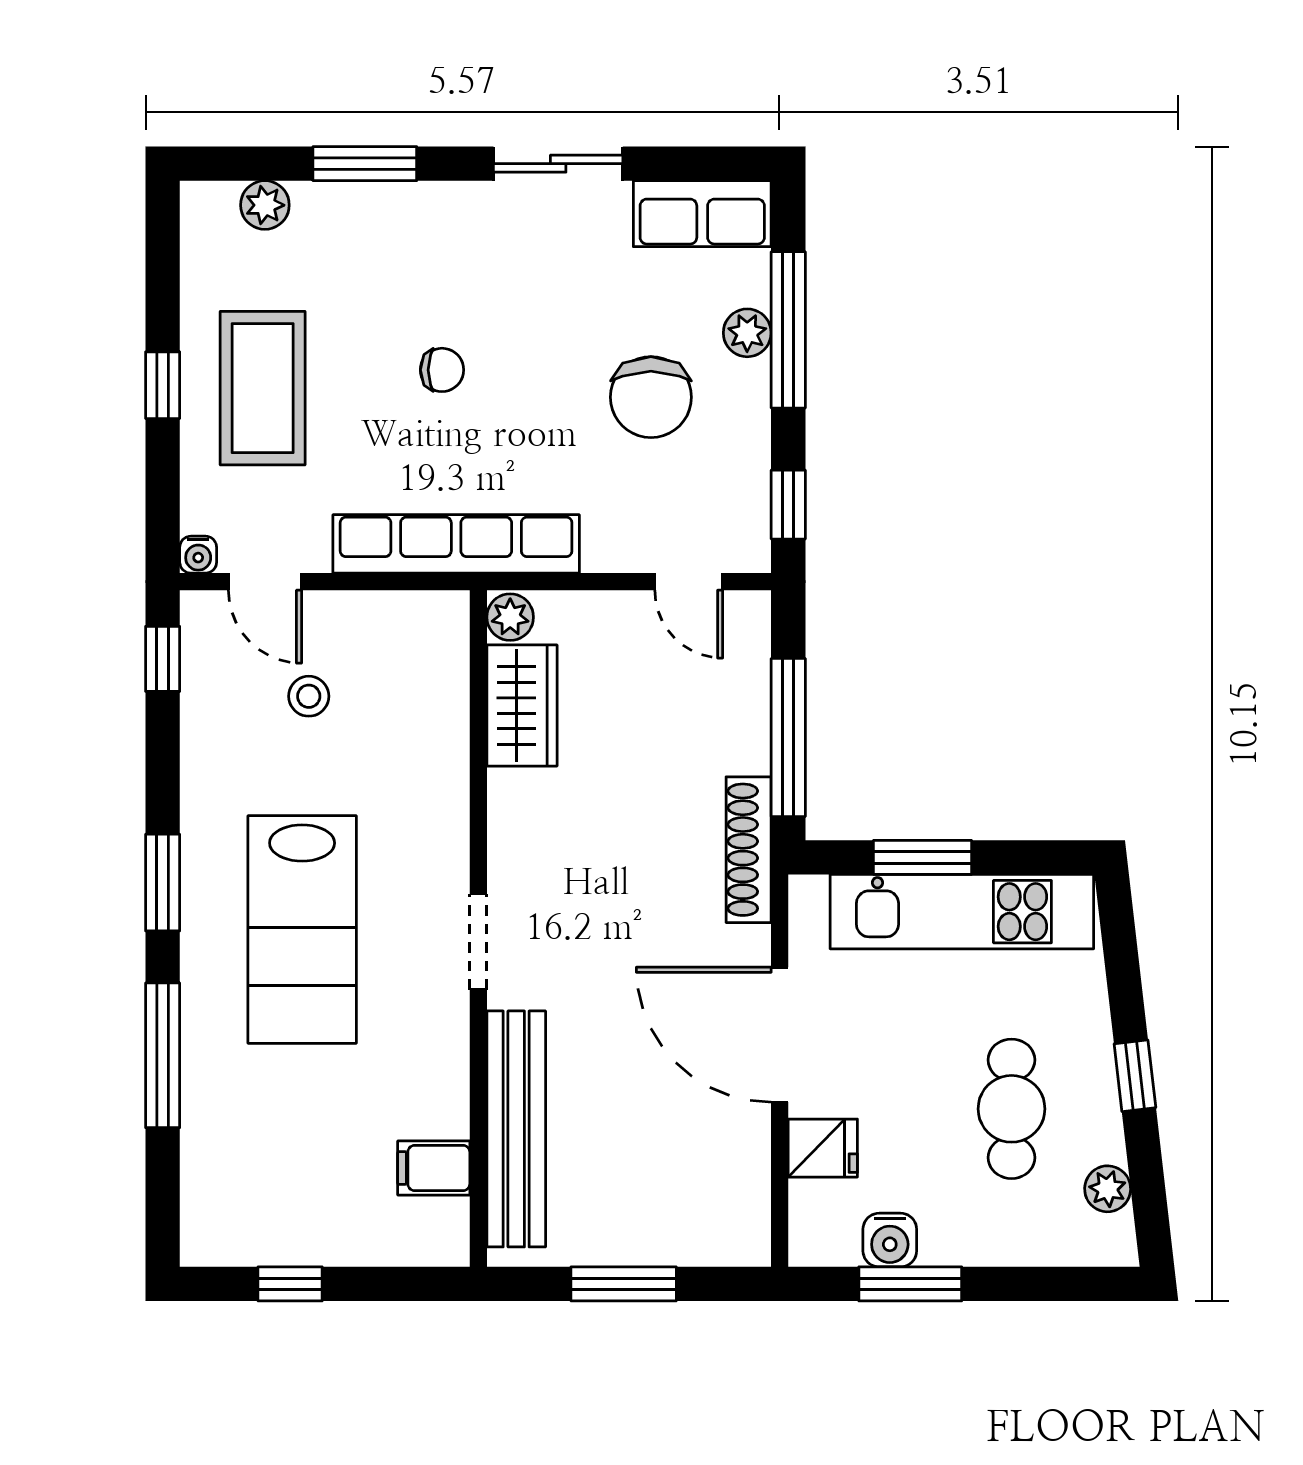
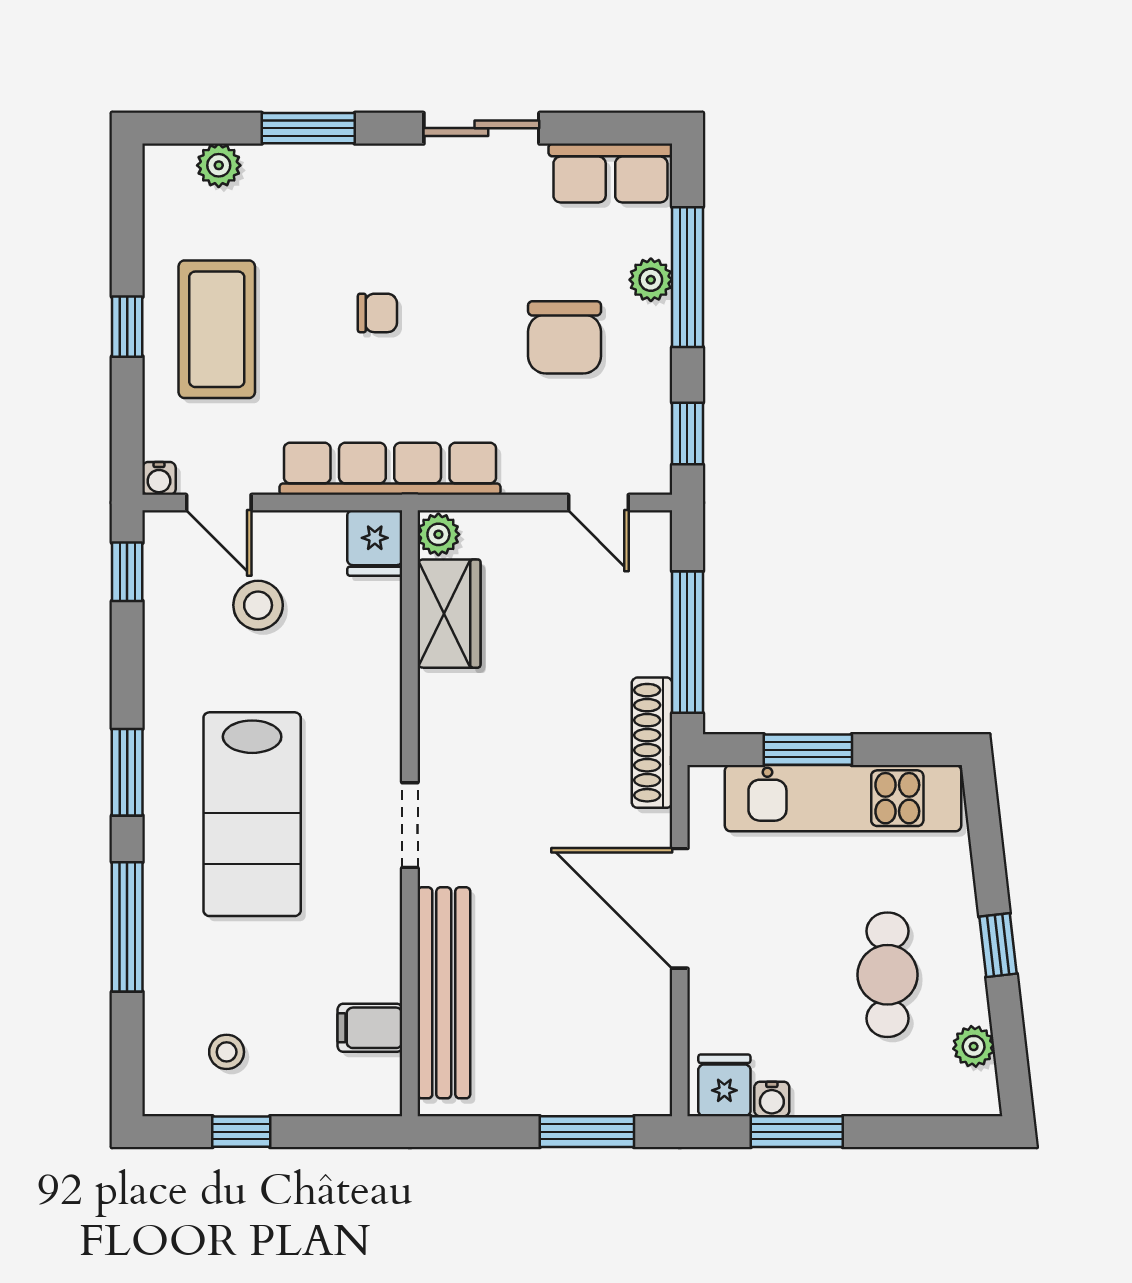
fridge: (439, 627) -> (375, 543), added
stool: (309, 696) -> (258, 605), width x1.37, depth x1.37
fridge: (823, 1148) -> (724, 1085), moved, turned -90
stool: (274, 1195) -> (227, 1052), added
water cooler: (890, 1240) -> (772, 1099), width x0.72, depth x0.72
window: (624, 1284) -> (587, 1132), moved

